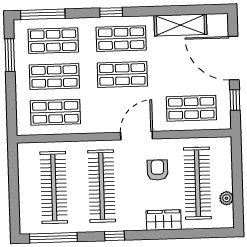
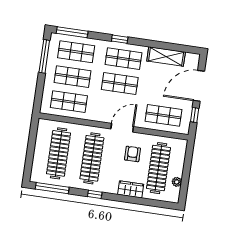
window: (10, 55) -> (44, 56), width x1.44
door: (234, 58) -> (199, 86), hinge flipped

